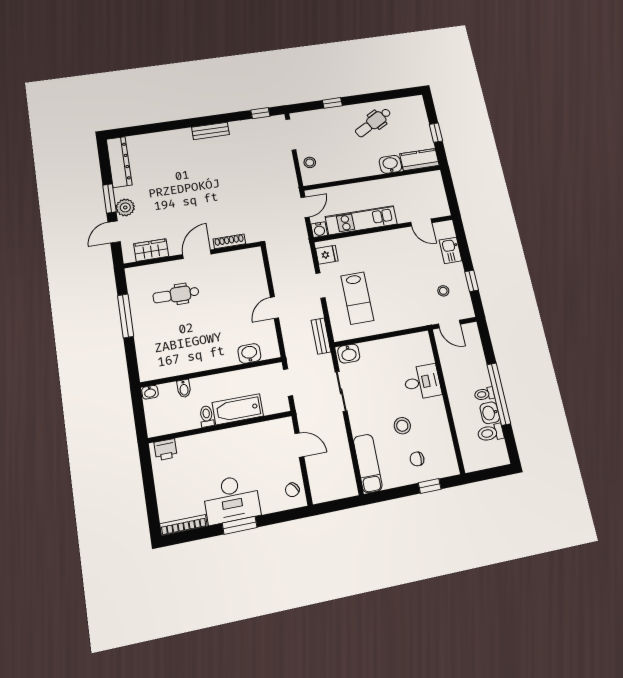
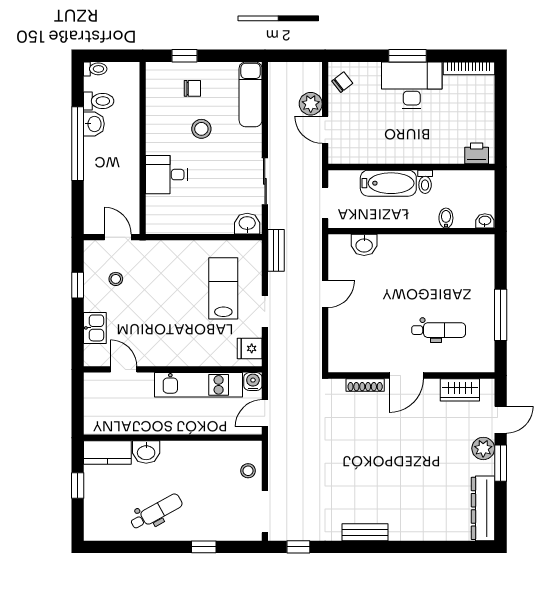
toilet: (484, 394) -> (95, 69), moved
plant: (316, 465) -> (311, 104), added

